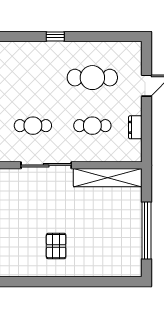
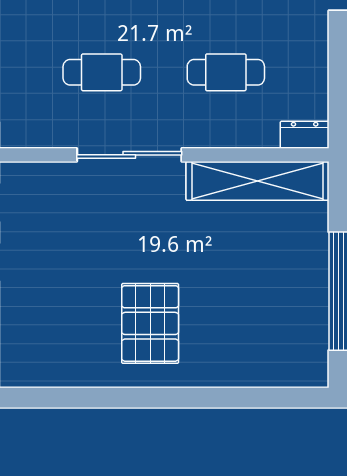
dresser: (135, 127) -> (305, 135), moved, turned 90
pallet: (56, 246) -> (150, 323), width x1.50, depth x1.42

